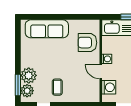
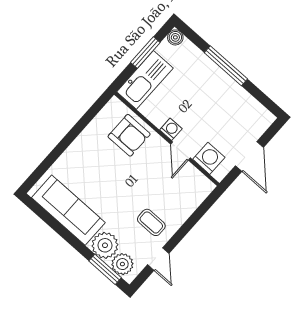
sofa: (47, 29) -> (68, 210), moved, turned -90
armchair: (87, 43) -> (129, 135), turned -90
door: (101, 72) -> (180, 151), hinge flipped

